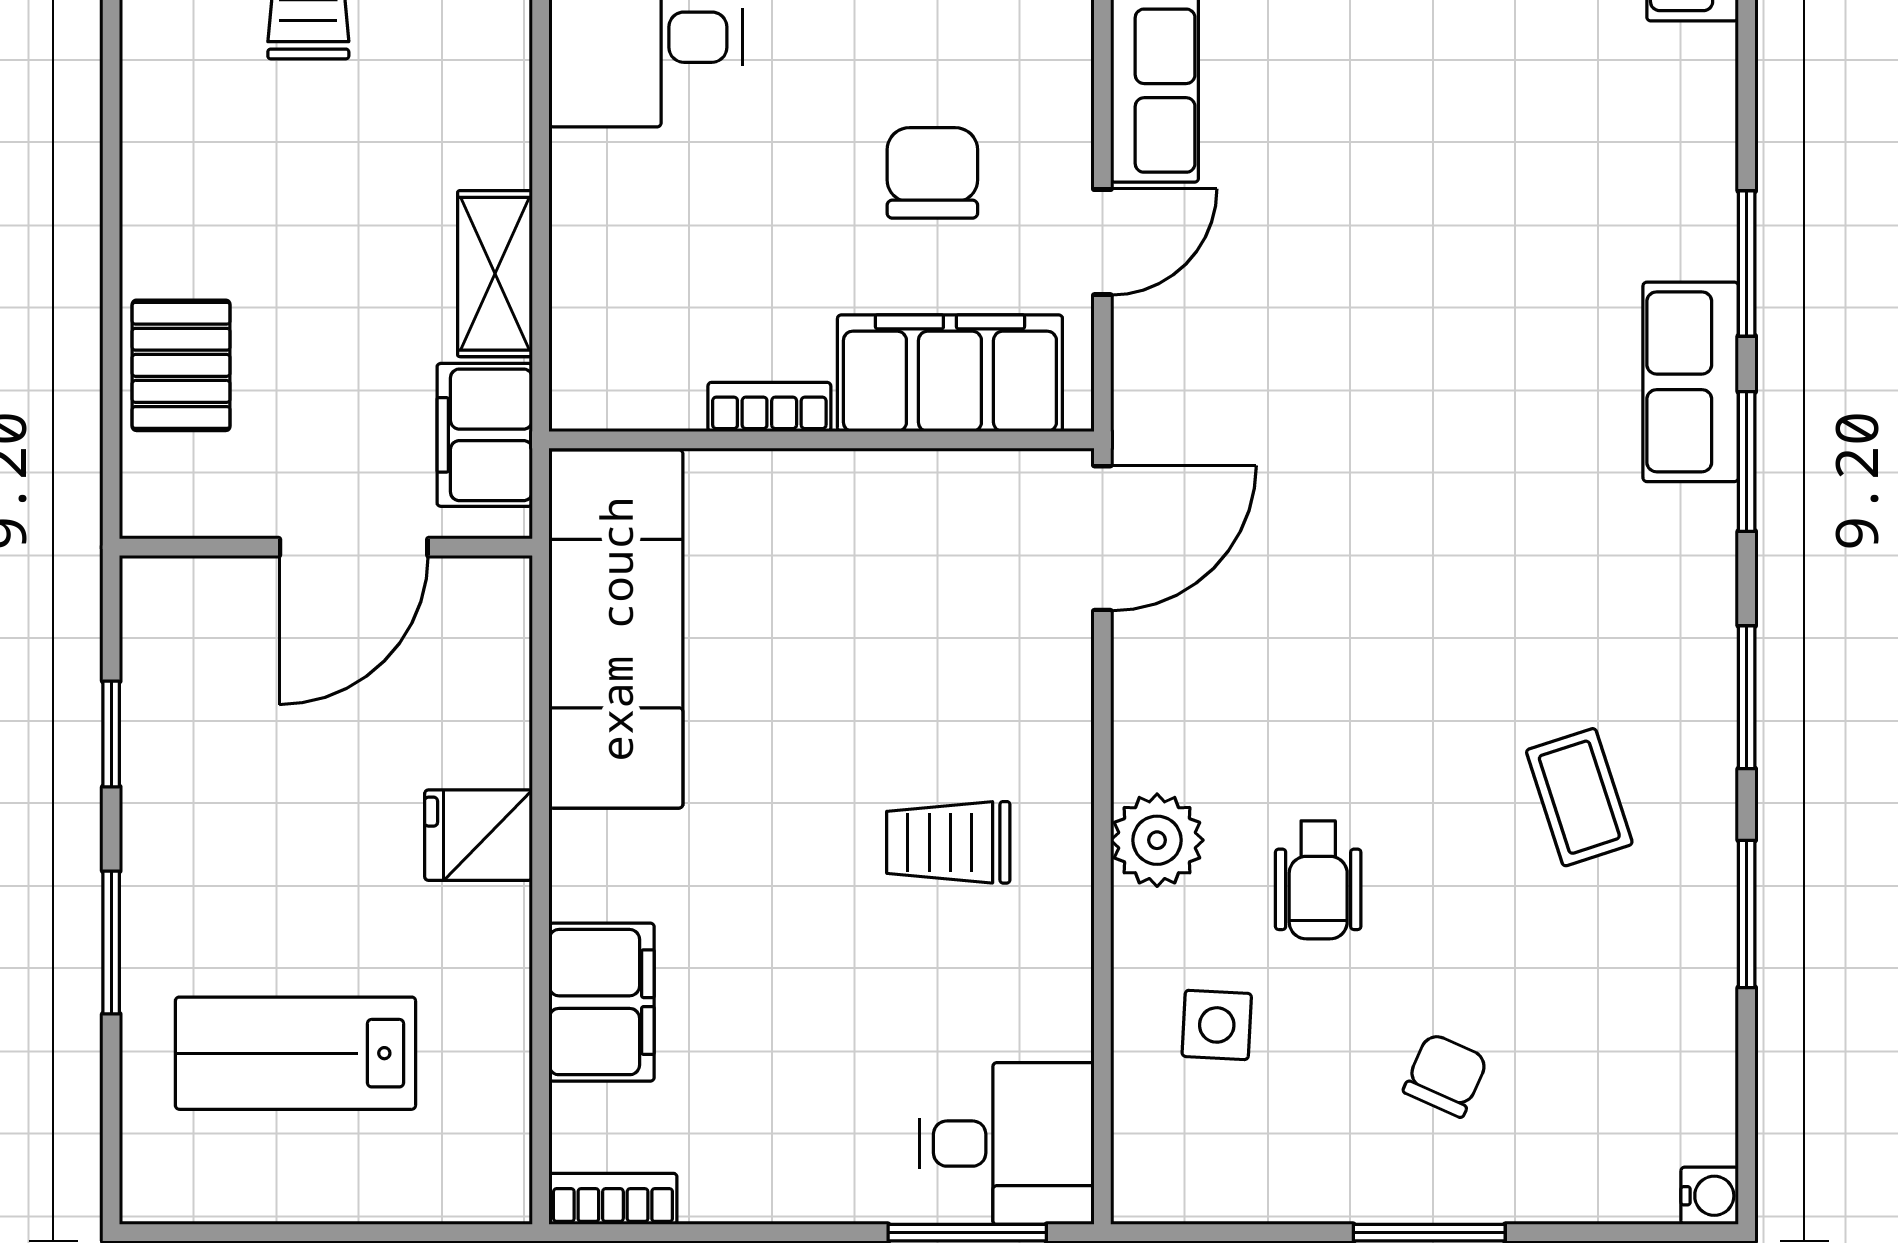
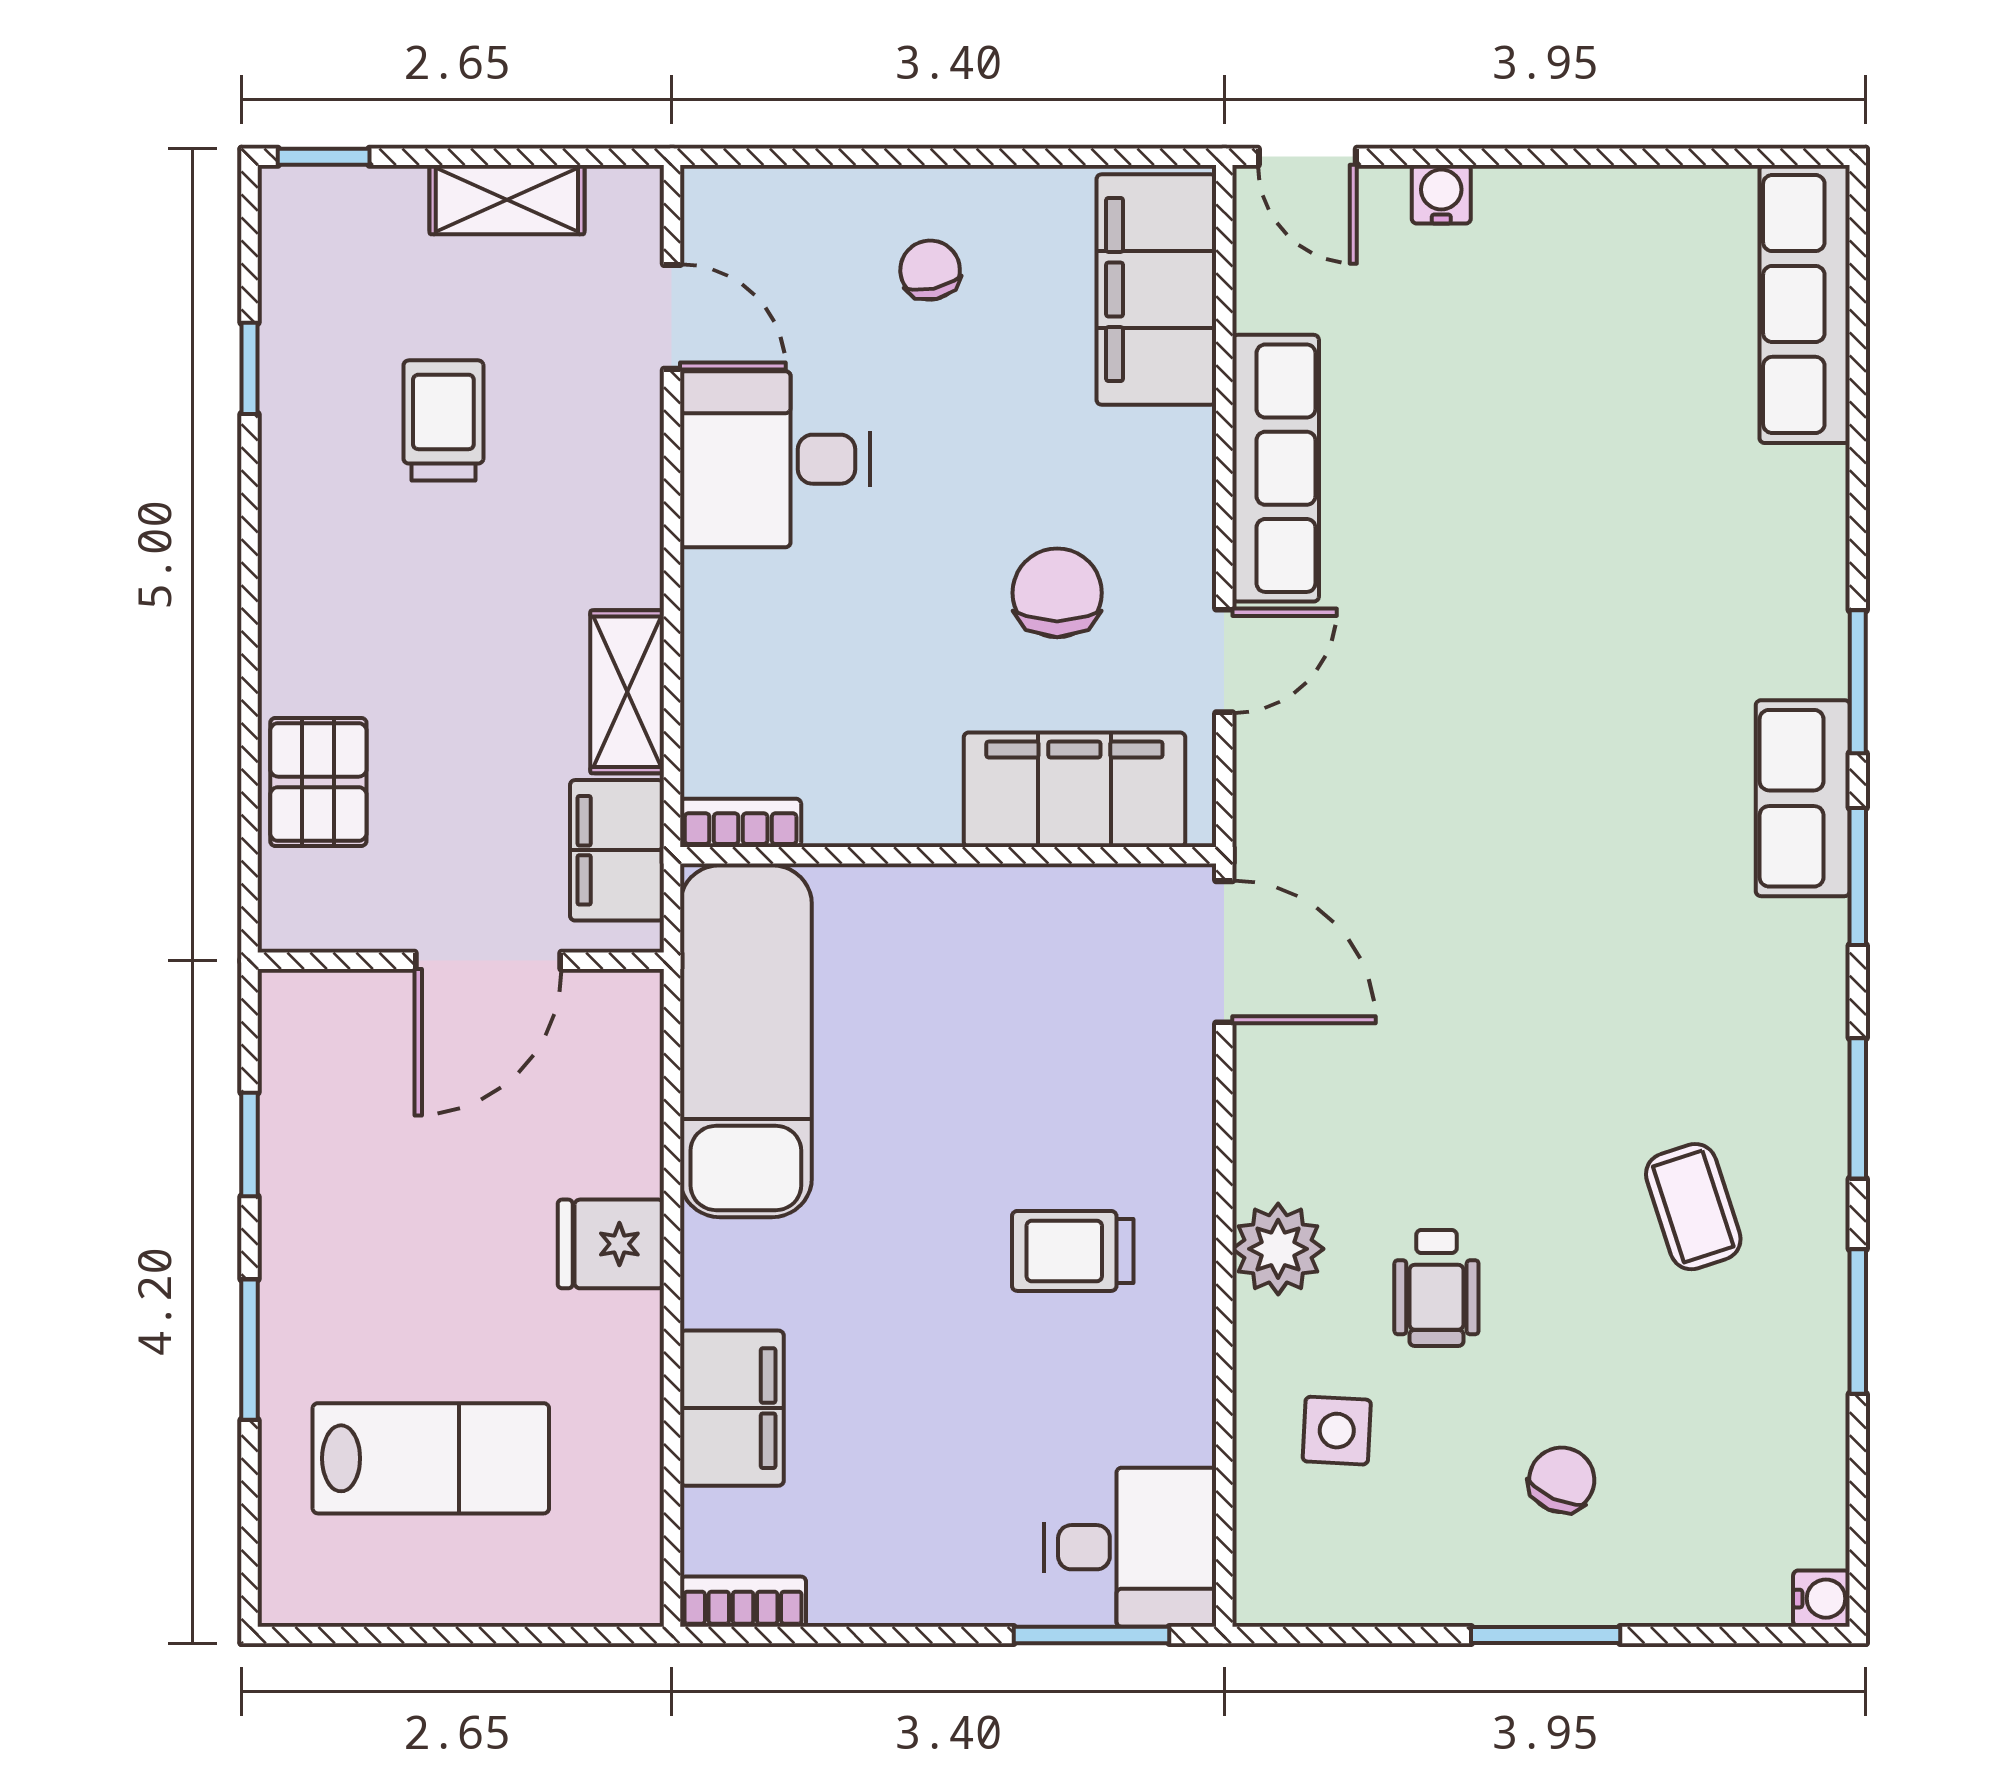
bookcase: (769, 407) -> (741, 823), moved
door: (1102, 538) -> (1224, 952), hinge flipped
lab bench: (295, 1053) -> (431, 1458), turned 180

